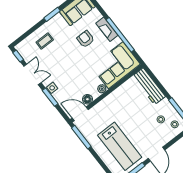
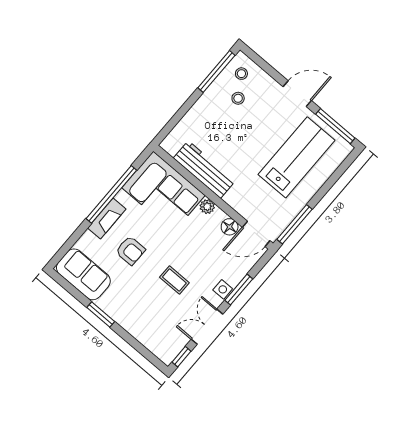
armchair: (86, 39) -> (130, 251), turned -90
coffee table: (45, 41) -> (174, 280), moved
workbench: (149, 86) -> (204, 170), moved, turned -90
door: (80, 114) -> (256, 234), hinge flipped

